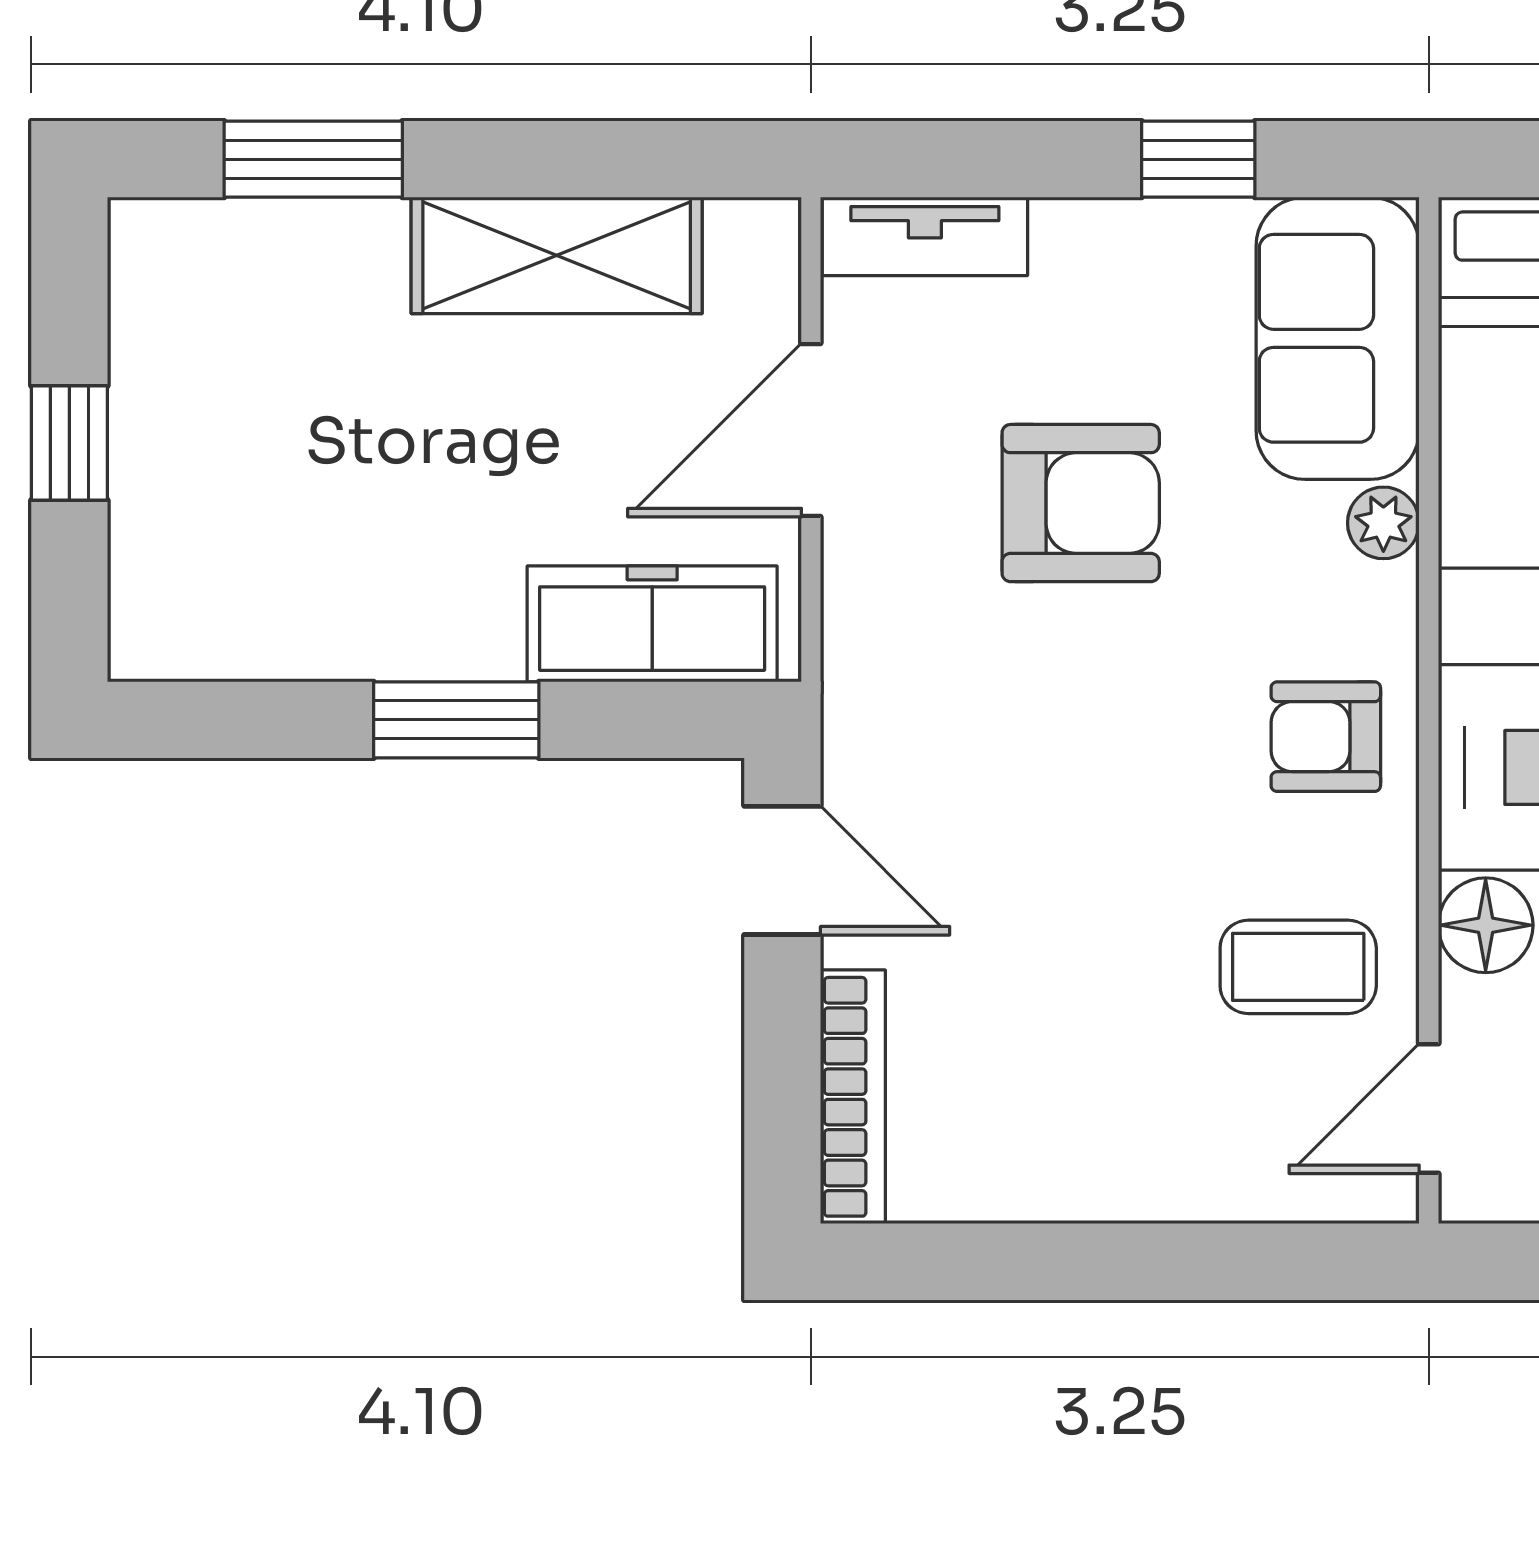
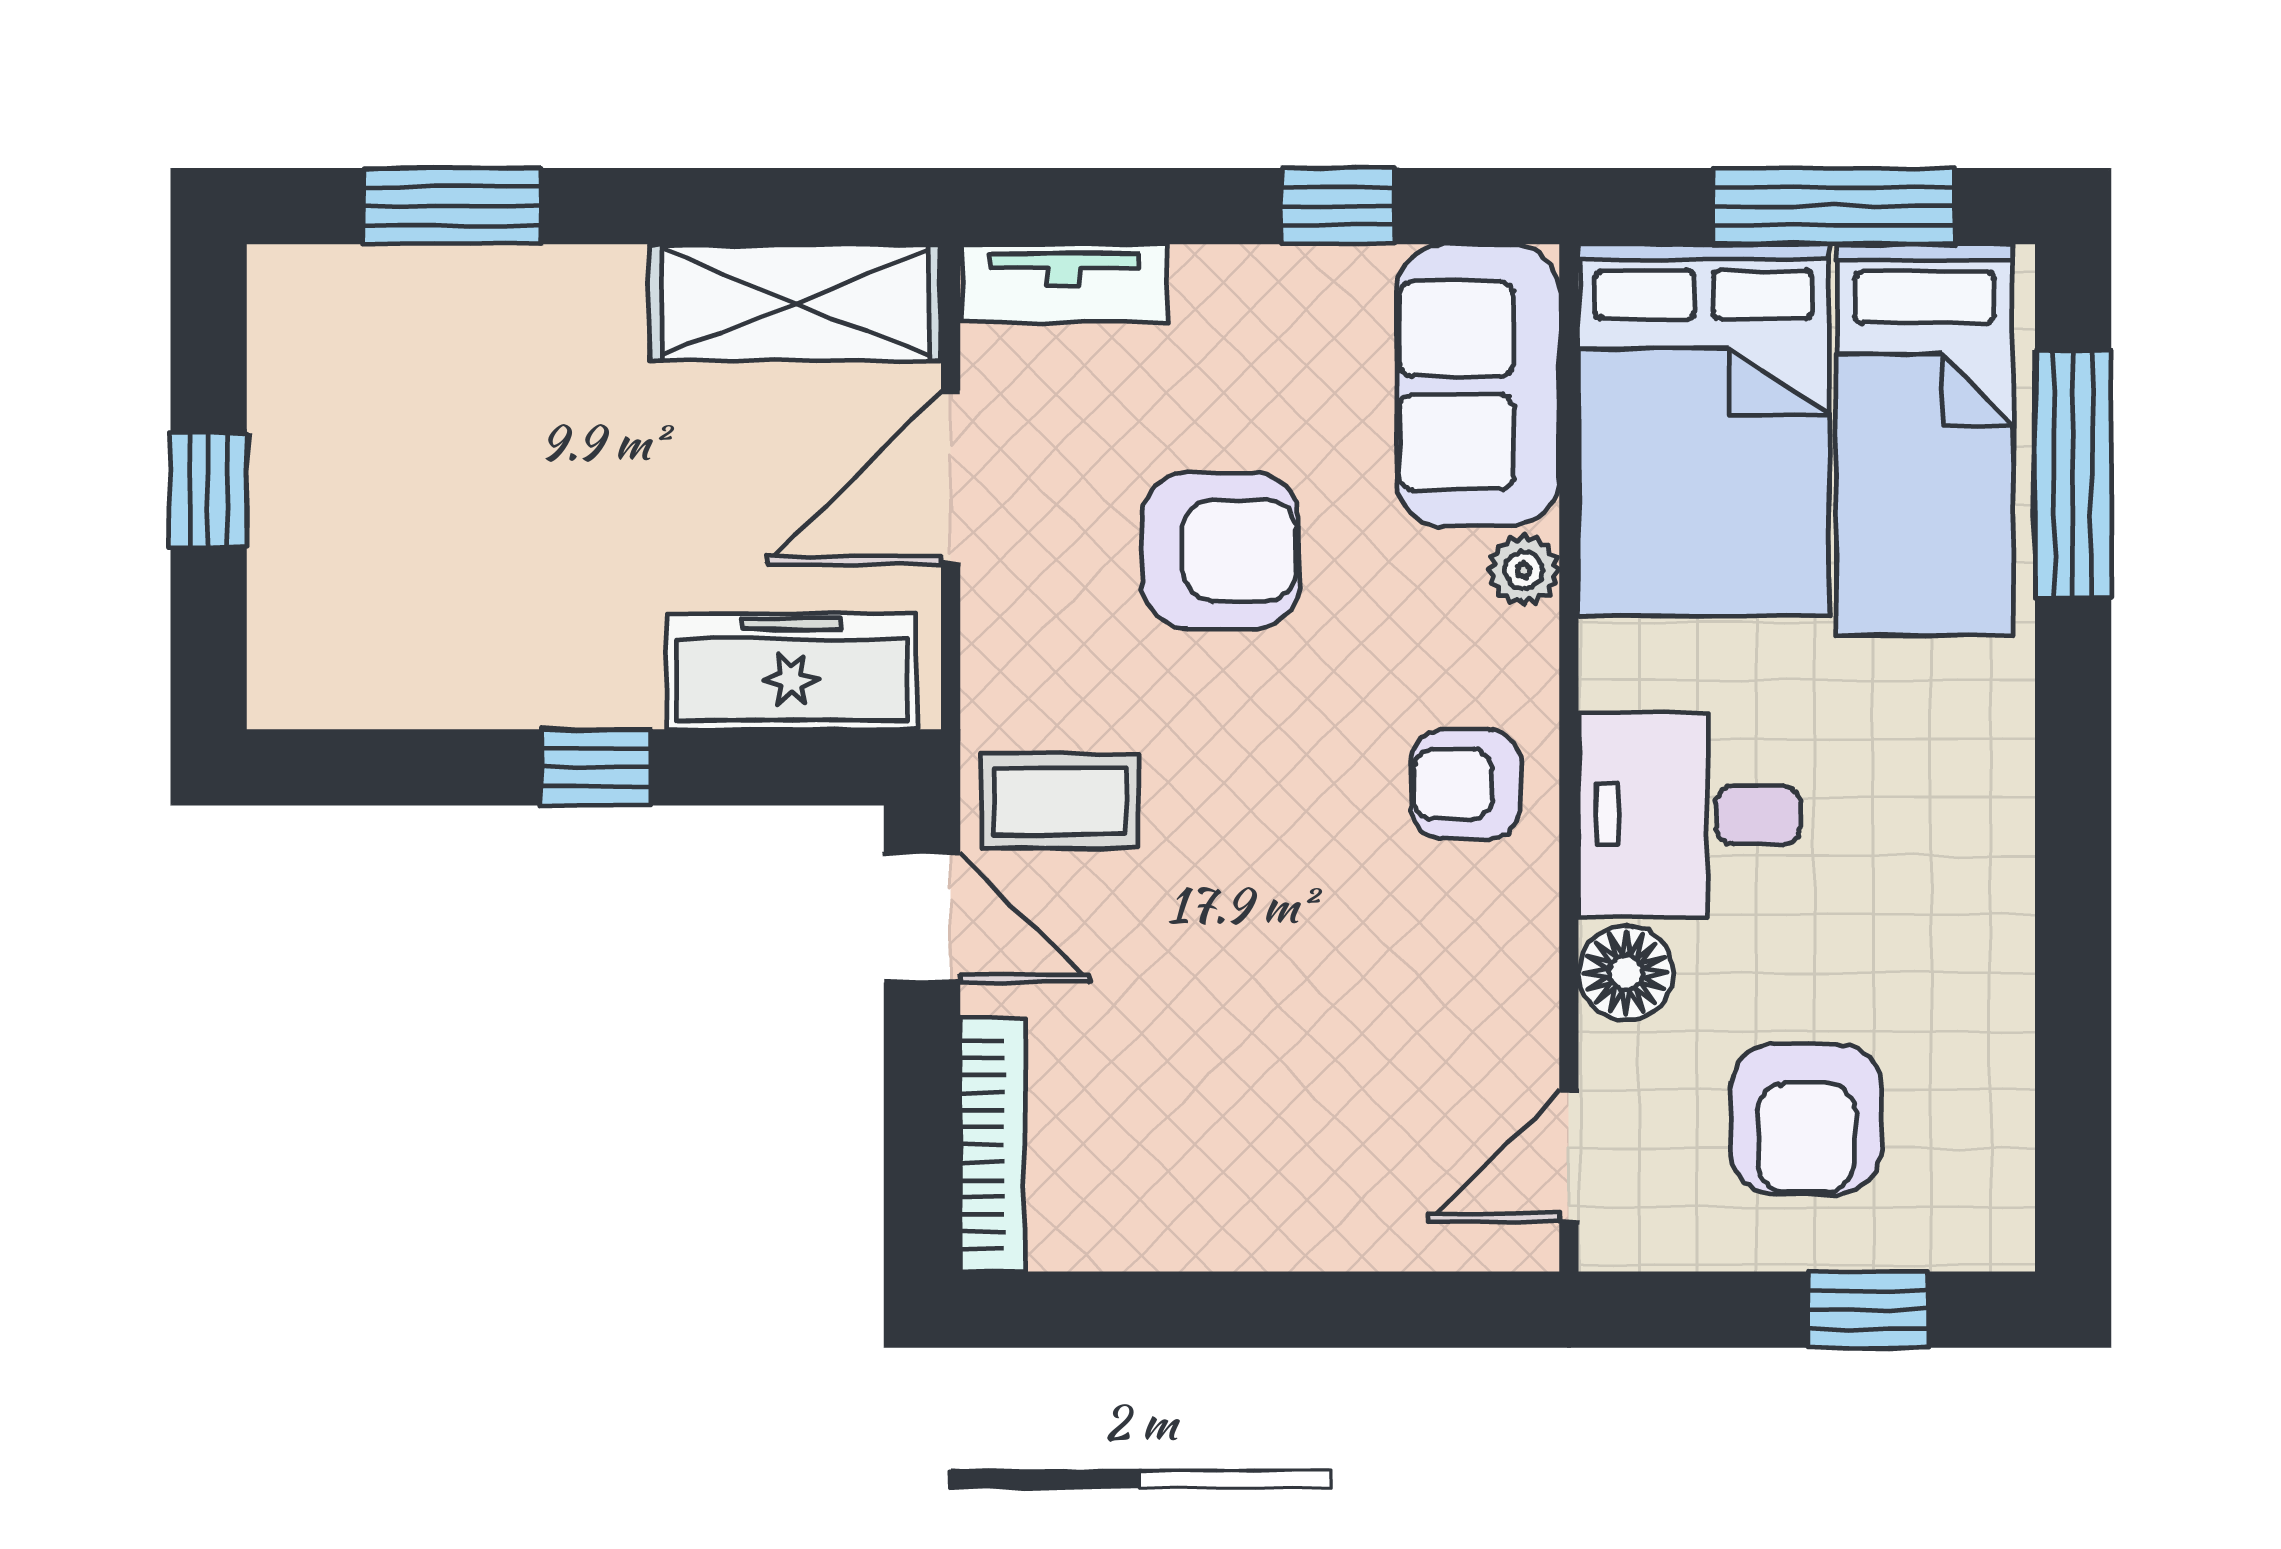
shelving: (557, 255) -> (795, 302), moved
window: (456, 720) -> (596, 767), width x0.67
coffee table: (1298, 967) -> (1060, 801), moved

